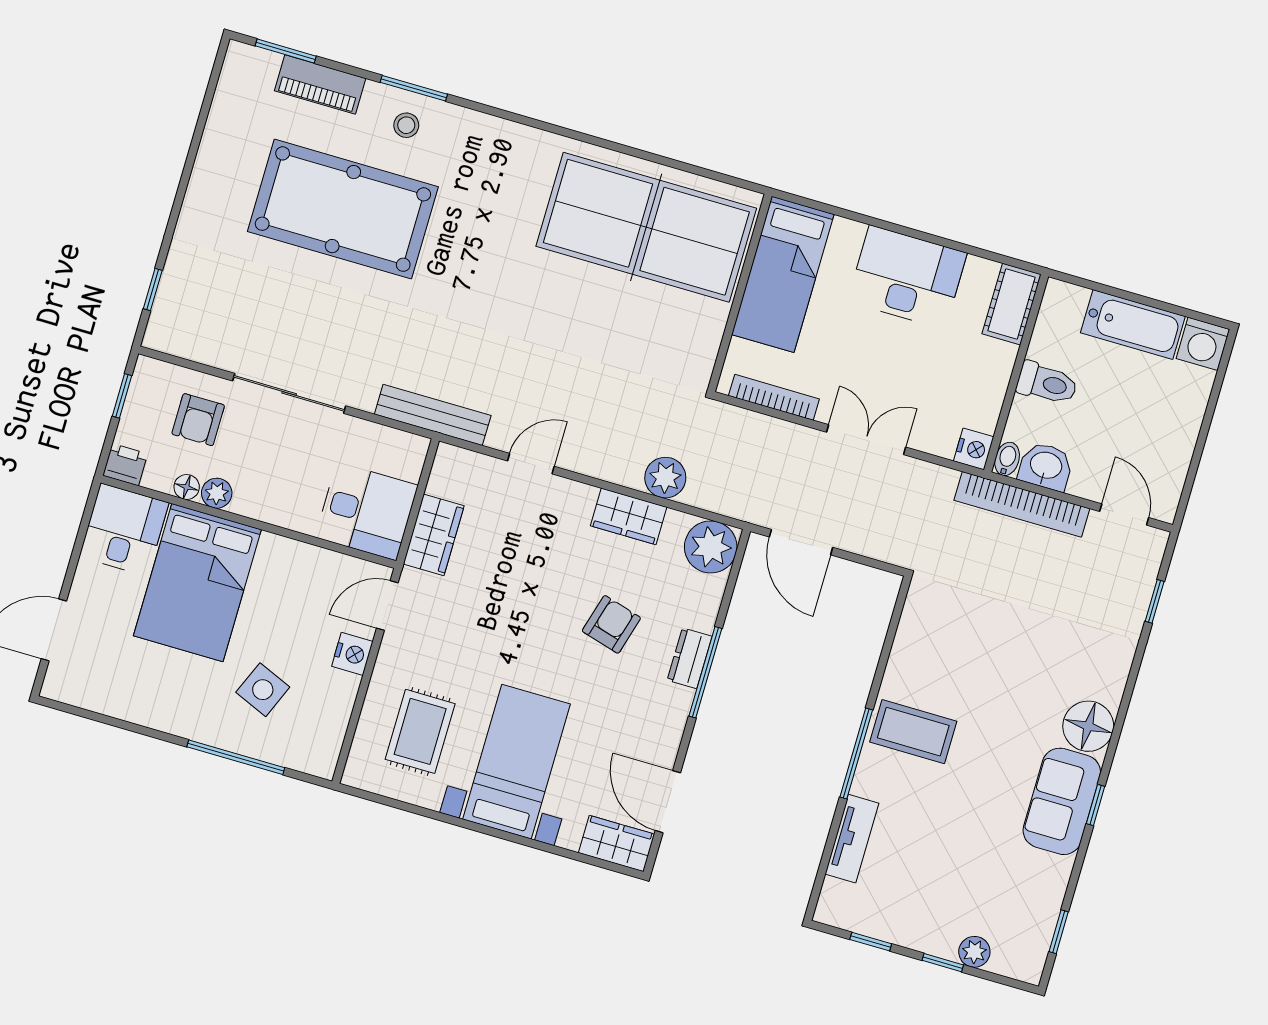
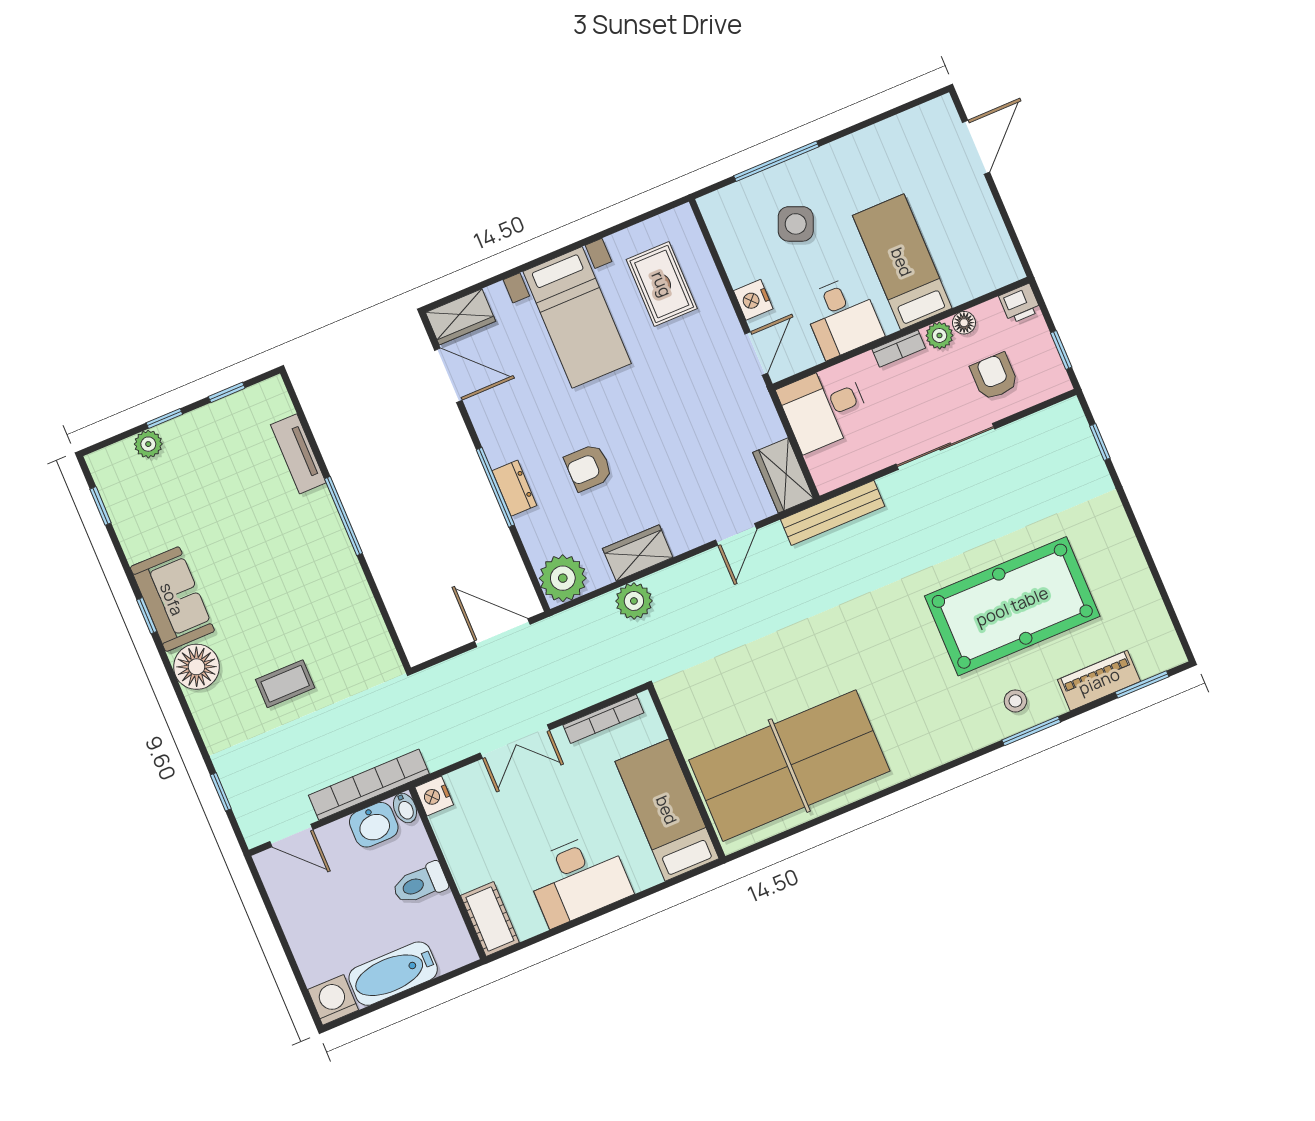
bookcase: (261, 510) -> (899, 349), added
desk: (124, 530) -> (842, 317), moved
wardrobe: (434, 535) -> (783, 475), moved
bed: (197, 583) -> (902, 262), width x0.67
armchair: (611, 624) -> (588, 467), turned 74
coffee table: (913, 732) -> (285, 684), moved, width x0.73, depth x0.77

